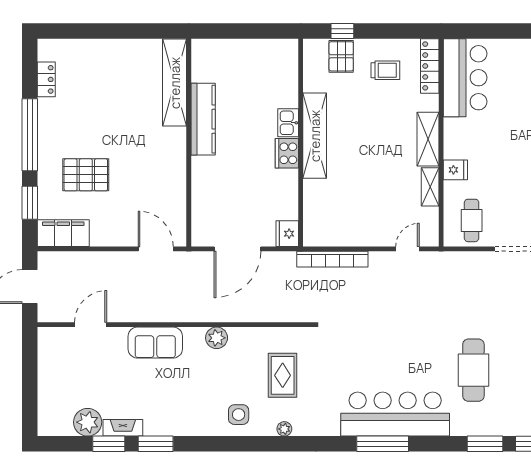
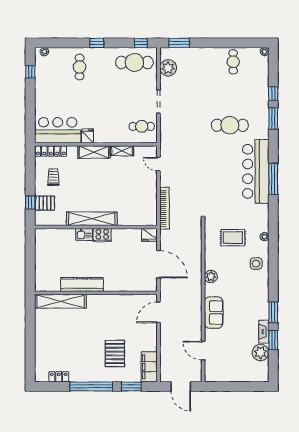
fridge: (455, 170) -> (88, 136), moved

